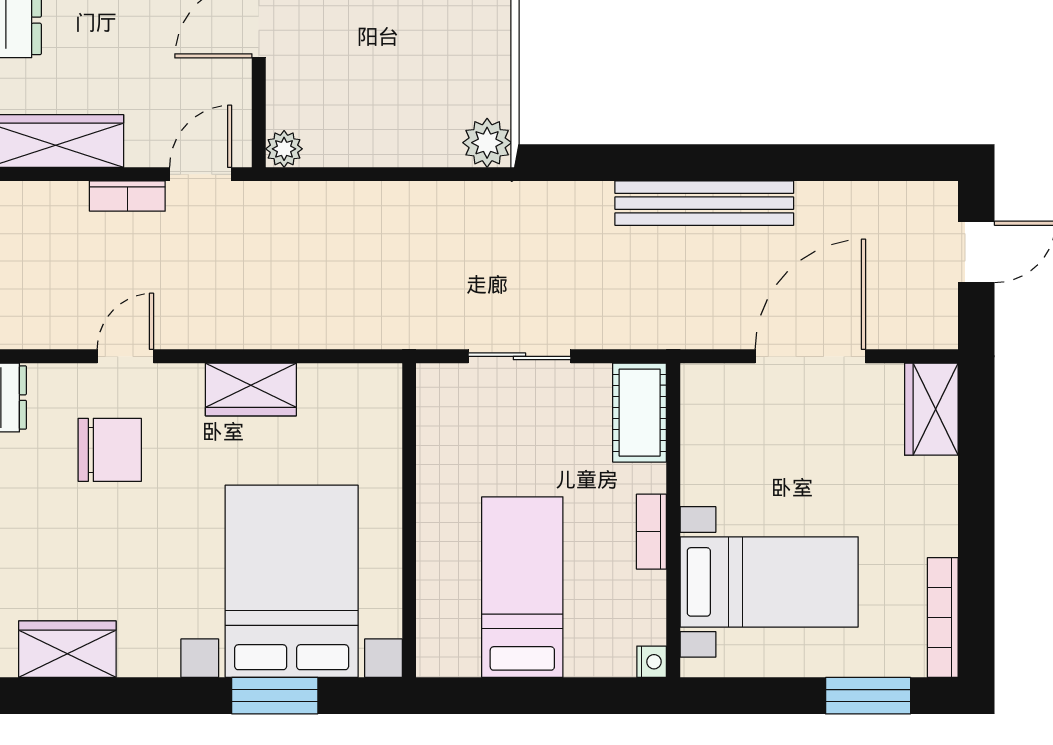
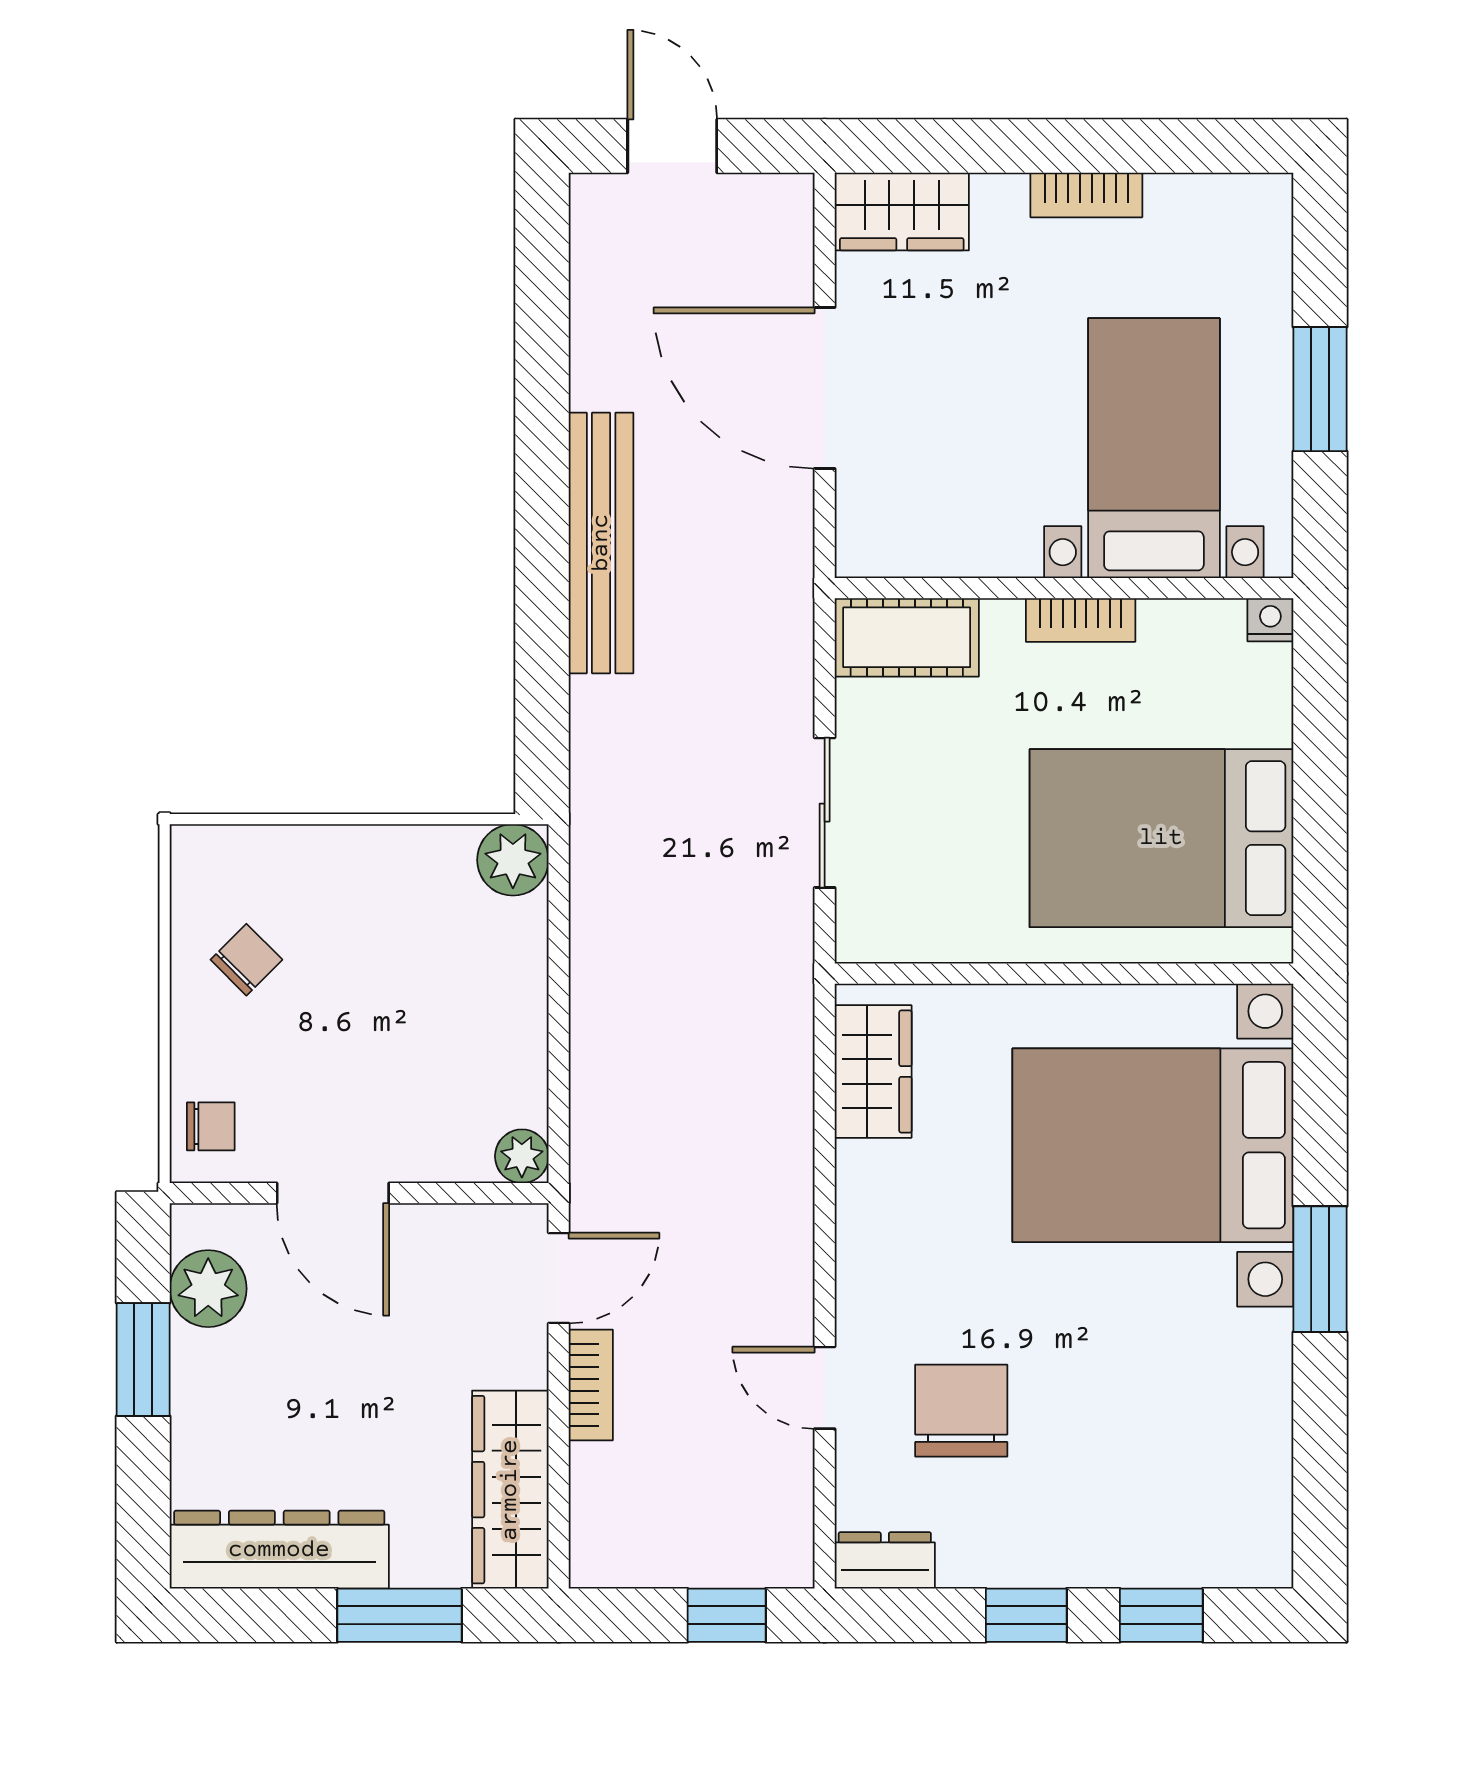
door: (201, 174) -> (559, 1278), swing flipped
wardrobe: (251, 390) -> (873, 1072), moved
bed: (522, 587) -> (1161, 838), width x1.50
bookcase: (943, 618) -> (1086, 195), moved, width x0.64
wardrobe: (67, 649) -> (1252, 1473), removed
window: (275, 696) -> (1320, 1269), moved
window: (868, 696) -> (1320, 389), moved

